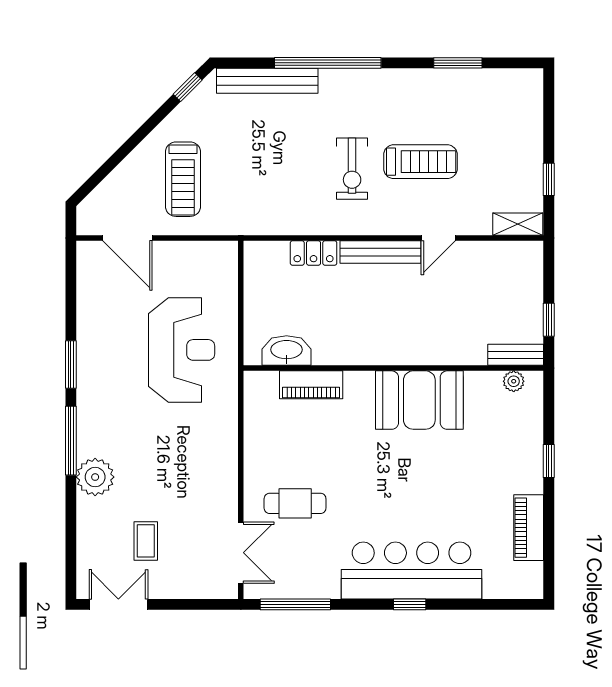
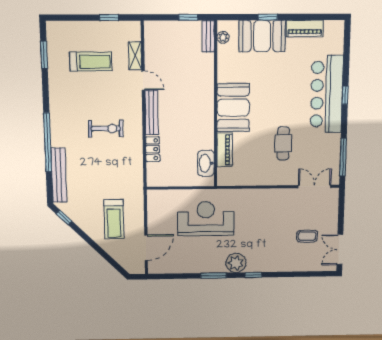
window: (458, 63) -> (44, 55), moved
treadmill: (420, 162) -> (91, 62), moved, turned 90
treadmill: (183, 179) -> (114, 219), turned 90
shelving: (518, 224) -> (135, 56), moved
booth: (419, 400) -> (233, 108), moved
window: (71, 441) -> (253, 275), width x0.46
booth: (516, 451) -> (262, 36), added
plant: (95, 477) -> (236, 263), moved
cafe table: (295, 503) -> (283, 143), moved

